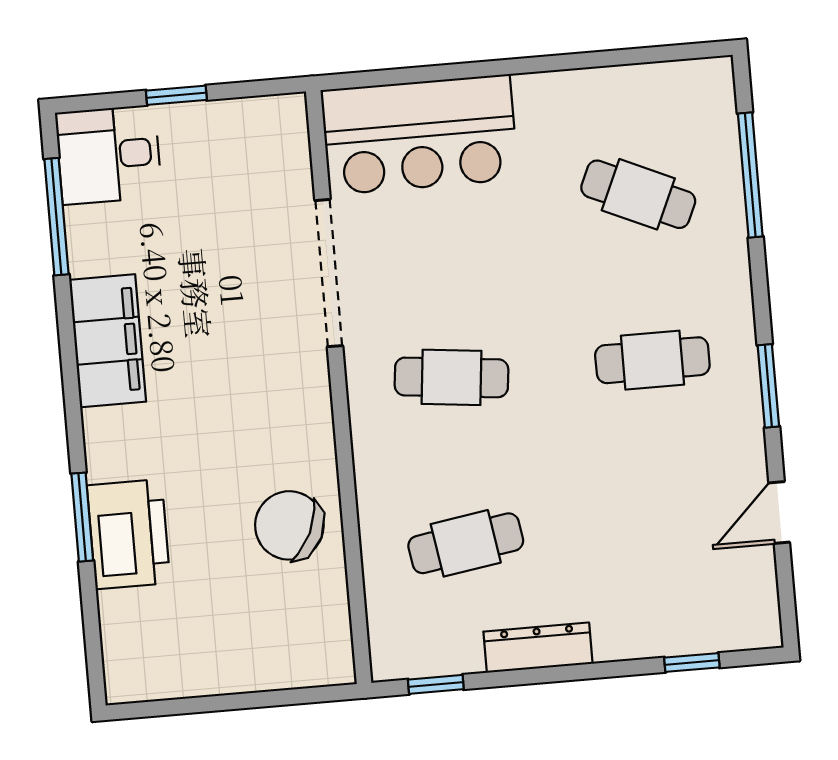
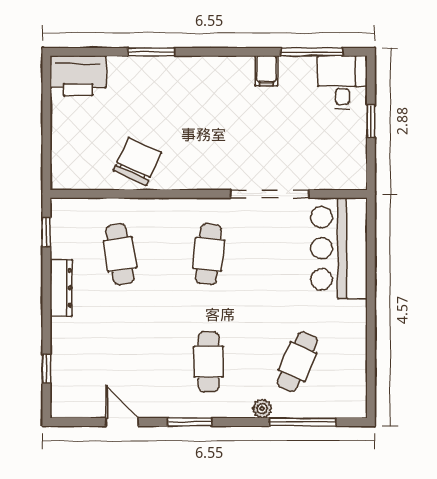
plant: (732, 253) -> (262, 409), added
filing cabinet: (108, 341) -> (266, 71), width x0.33, depth x0.86
printer: (129, 534) -> (78, 76), moved

